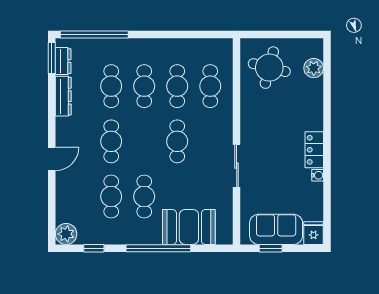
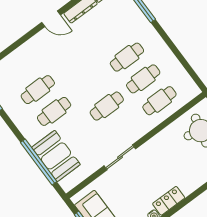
cafe table: (111, 86) -> (111, 35), removed
cafe table: (111, 141) -> (74, 62), removed
door: (52, 159) -> (51, 19), moved
window: (158, 248) -> (39, 162), moved

